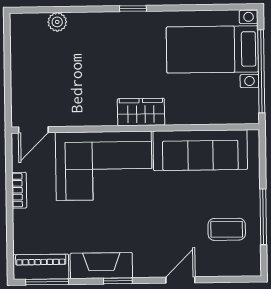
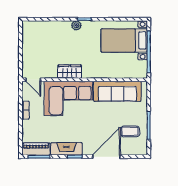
plant: (57, 22) -> (76, 25), moved
wardrobe: (141, 112) -> (70, 71), moved
door: (33, 130) -> (33, 80), hinge flipped
door: (180, 280) -> (106, 157), width x1.87

